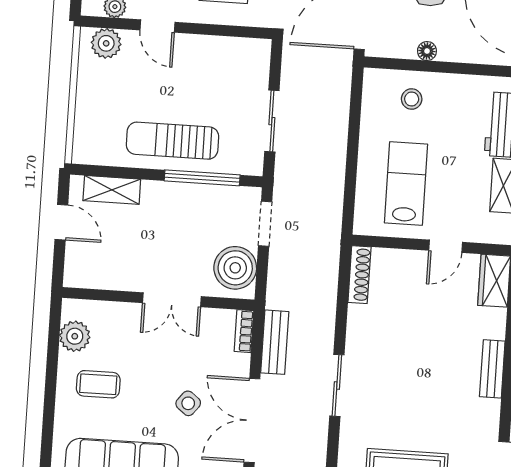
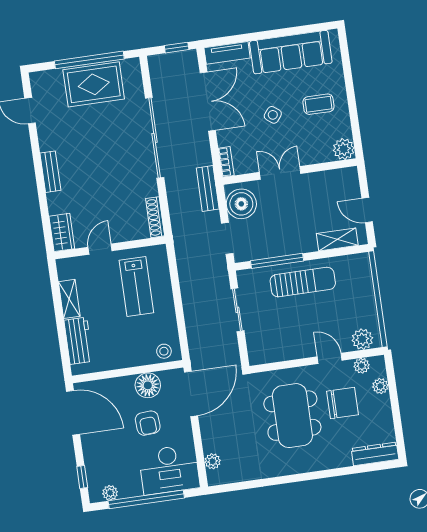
floor lamp: (427, 51) -> (148, 385), width x1.89, depth x1.89
stool: (412, 99) -> (164, 351), moved
plant: (75, 336) -> (344, 149), moved
bench: (275, 342) -> (208, 188), moved
sliding door: (337, 385) -> (155, 138), width x1.86
side table: (188, 403) -> (273, 115), moved

